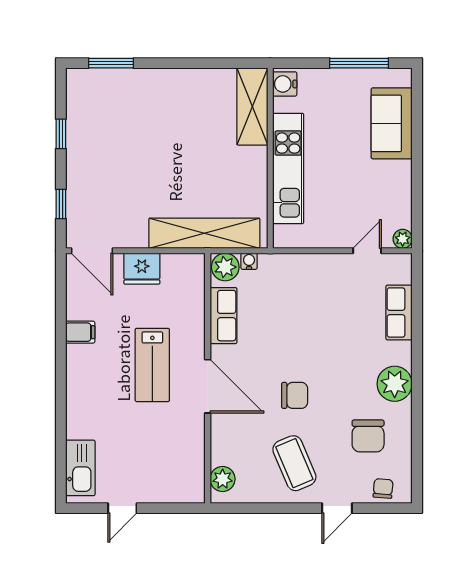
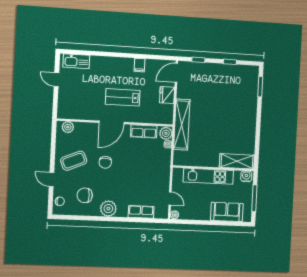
water cooler: (285, 84) -> (246, 176), moved
shelving: (252, 106) -> (237, 161), moved
wall: (270, 158) -> (213, 168), moved
kitchen unit: (288, 168) -> (208, 176), moved

